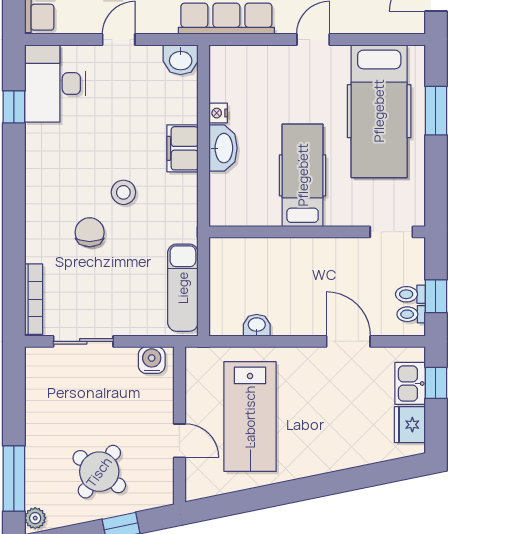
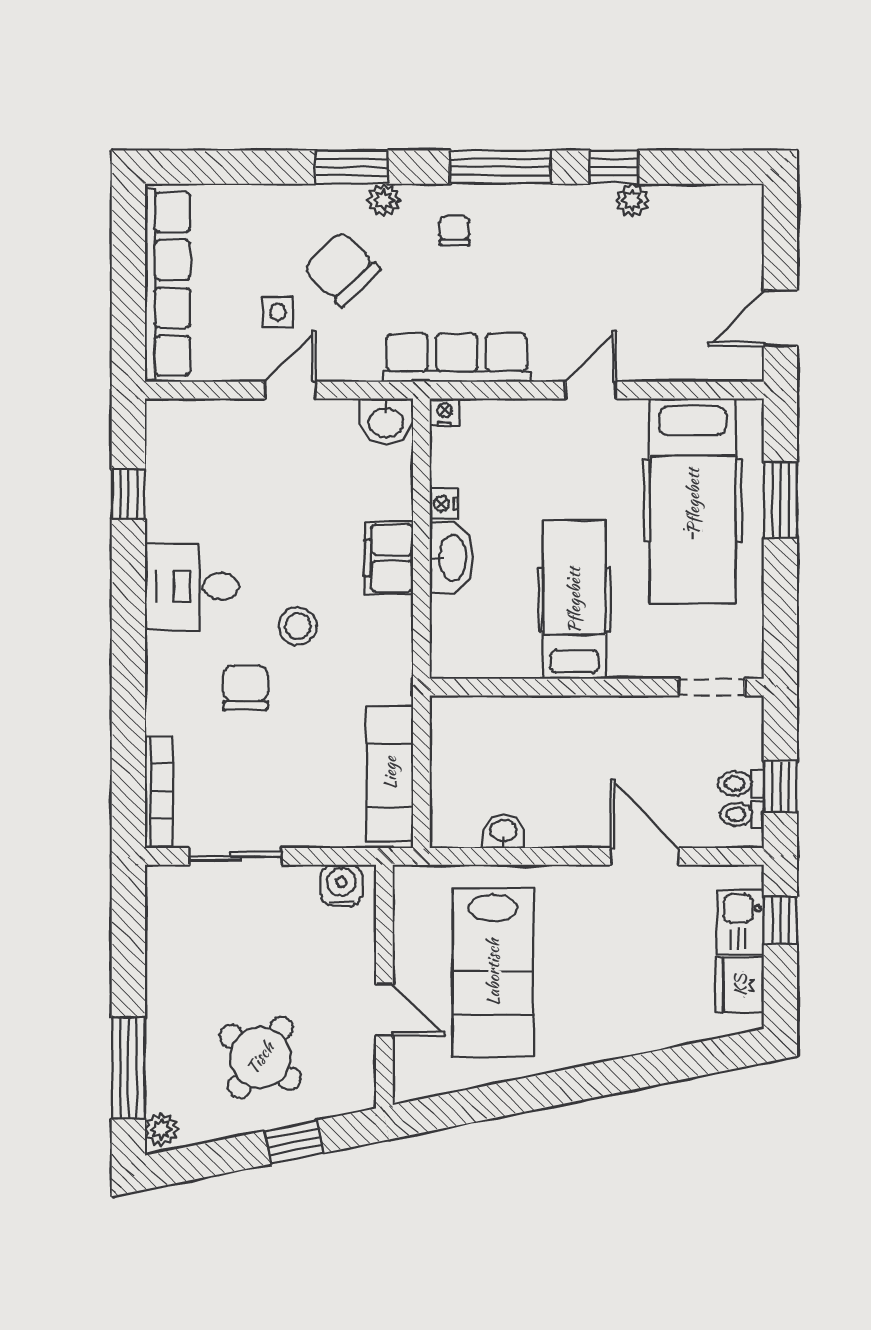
nightstand: (218, 54) -> (445, 412), added
desk: (55, 84) -> (192, 586), moved, width x0.73

